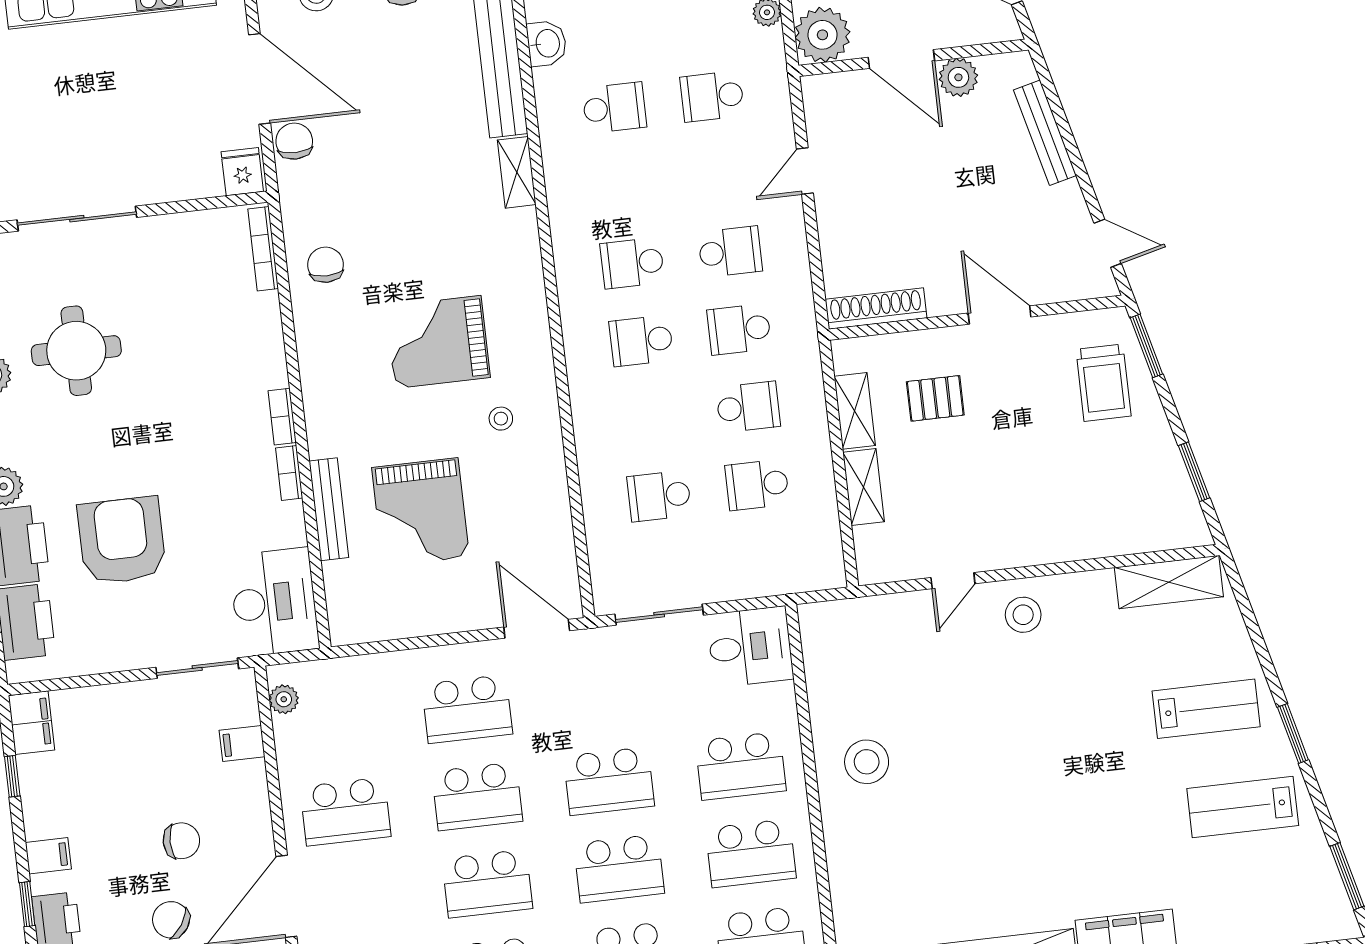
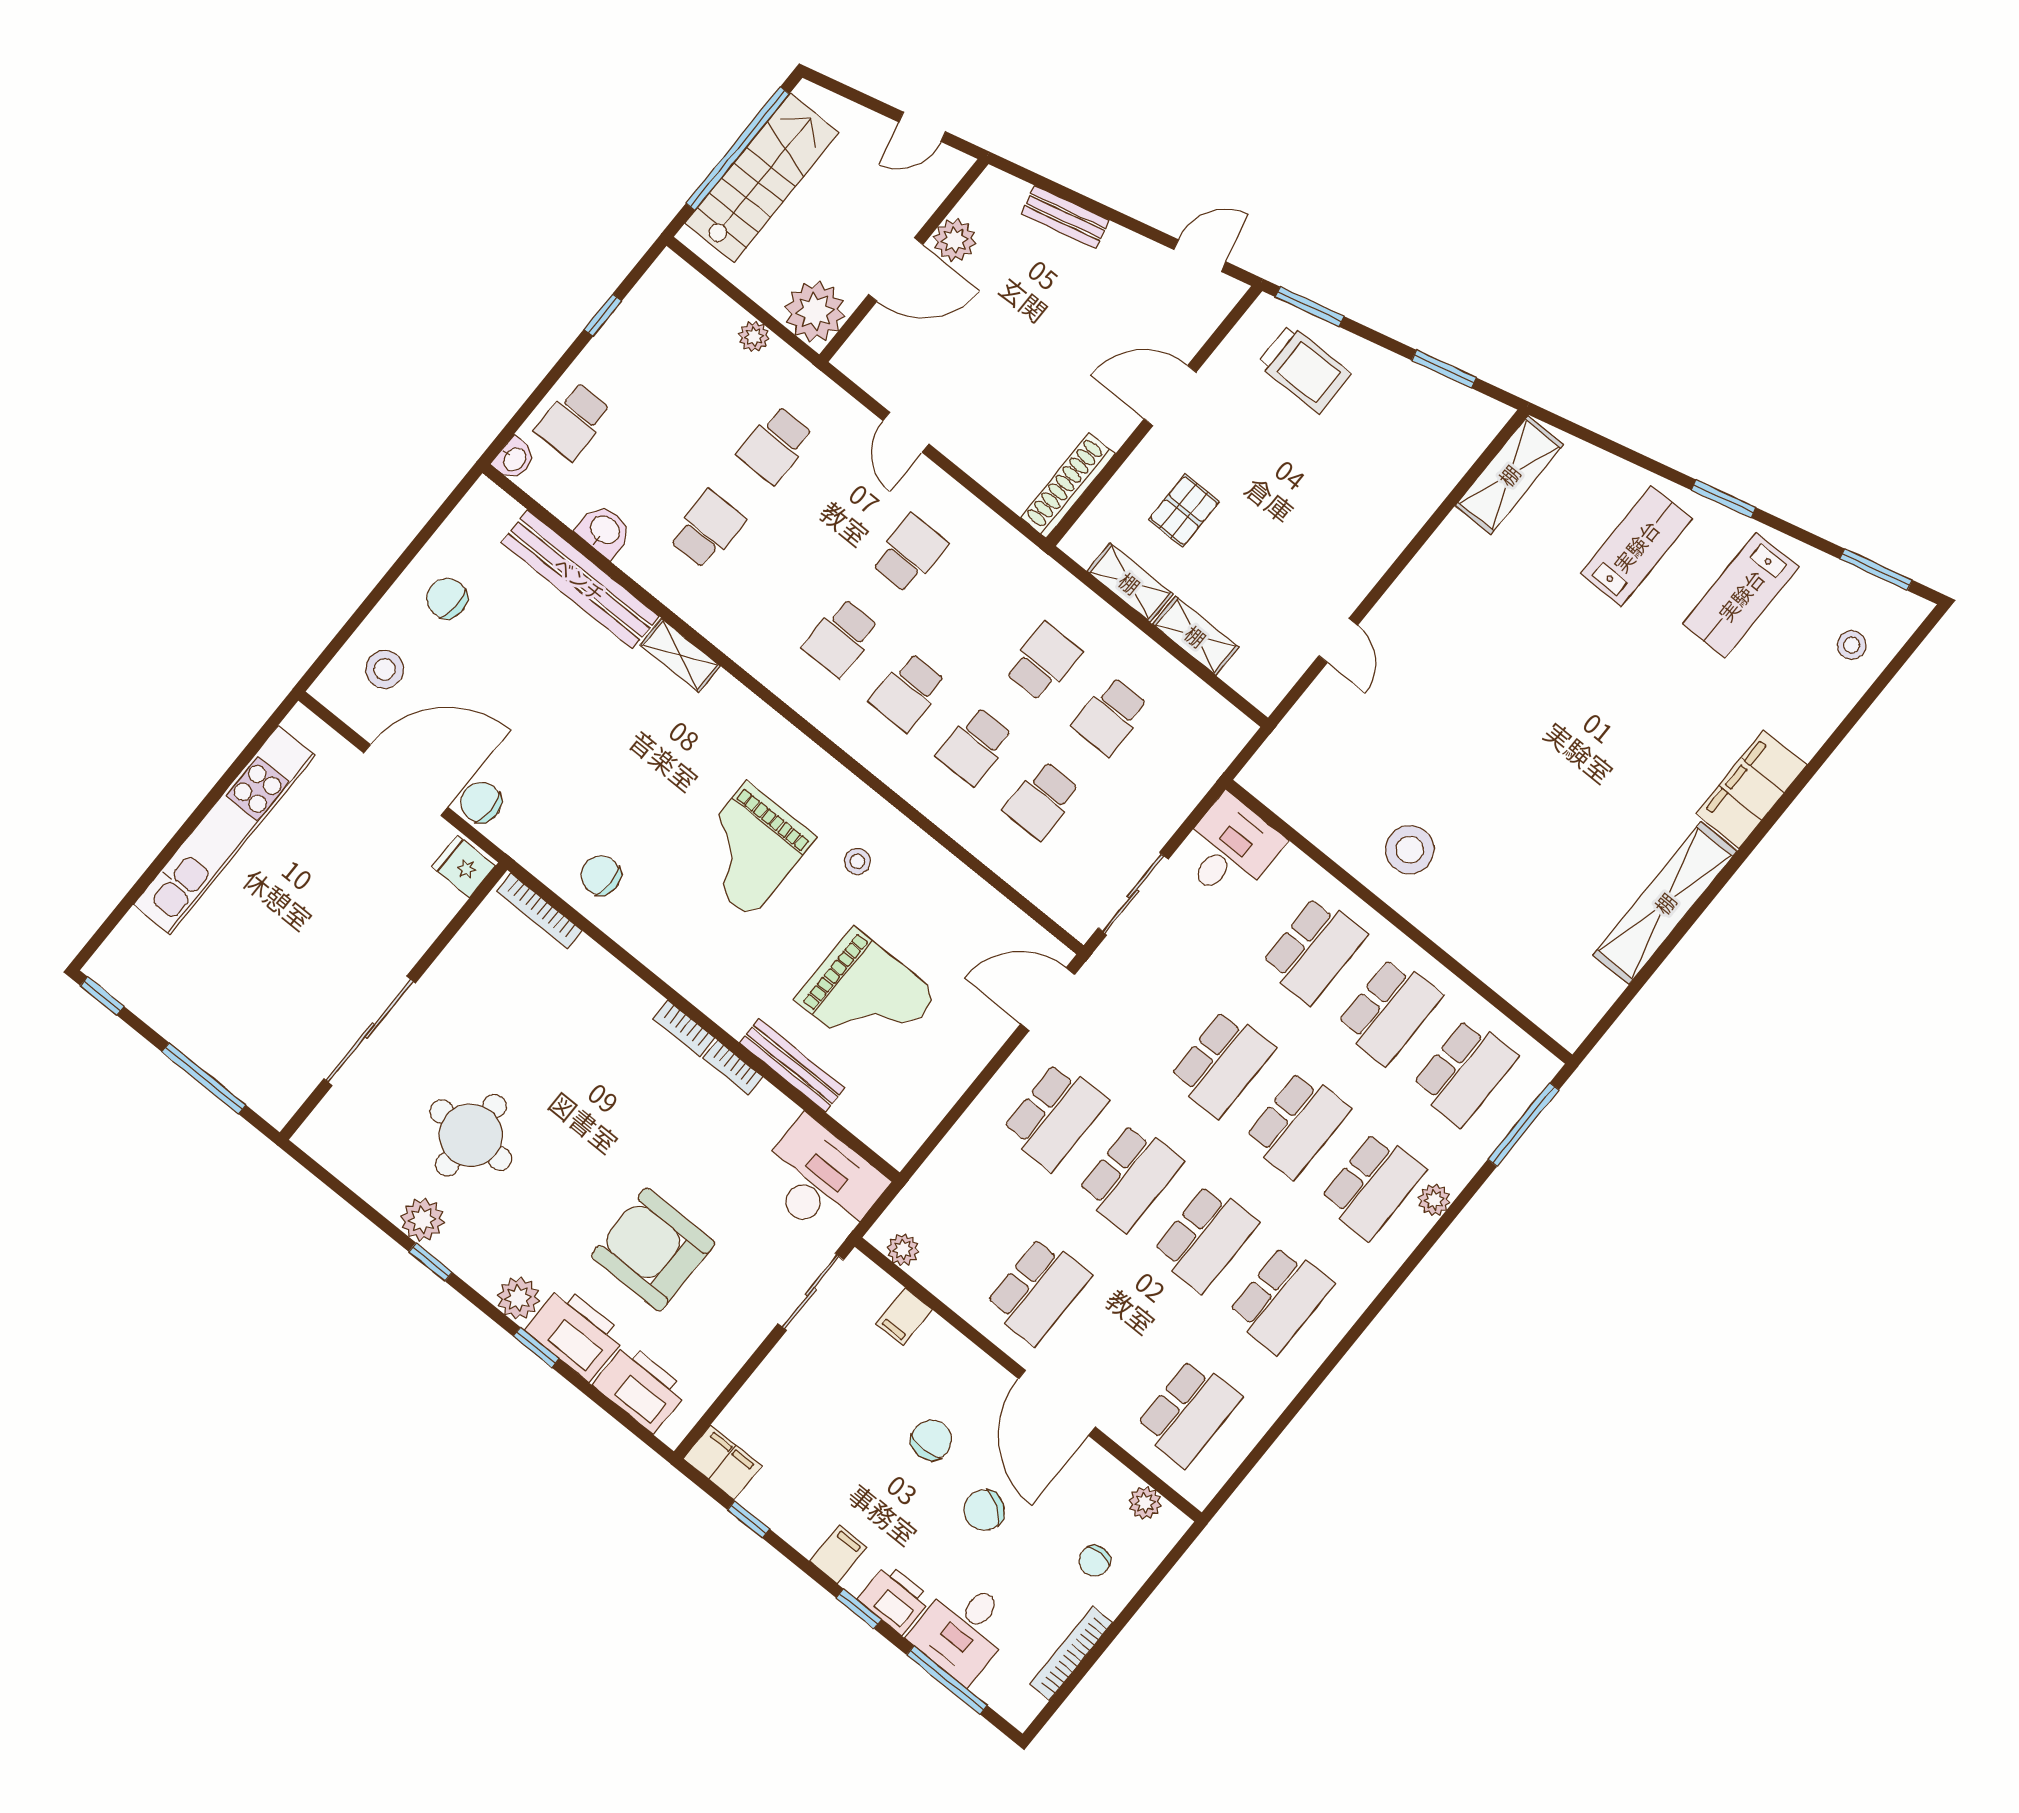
bench: (1045, 133) -> (1065, 217), width x0.73
school desk: (739, 329) -> (975, 746), moved
stool: (1023, 615) -> (1852, 645), moved, width x0.73, depth x0.73

